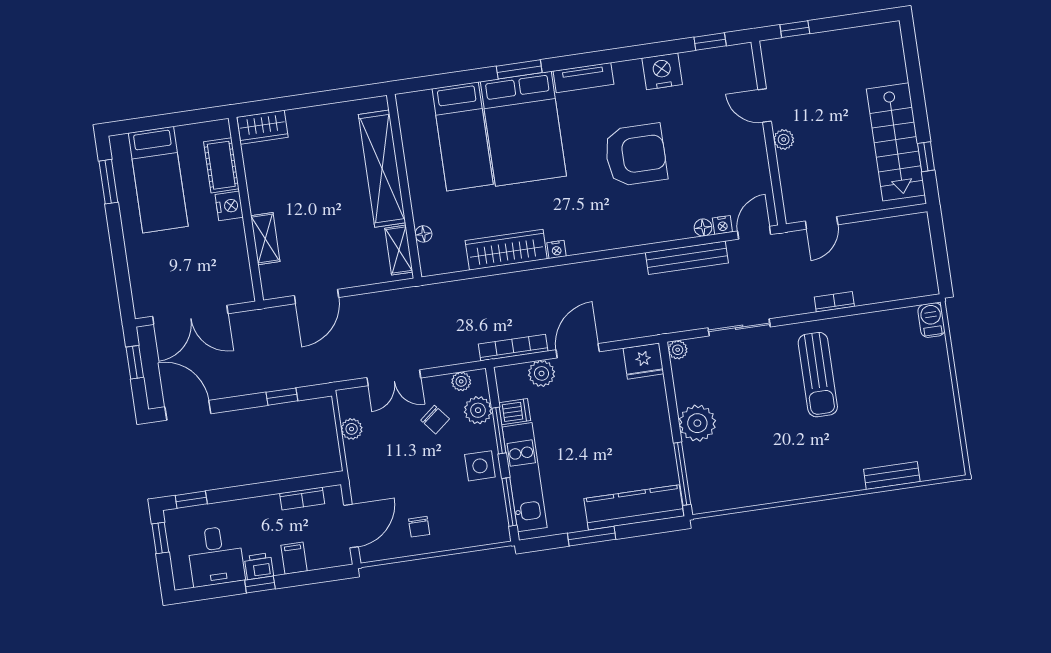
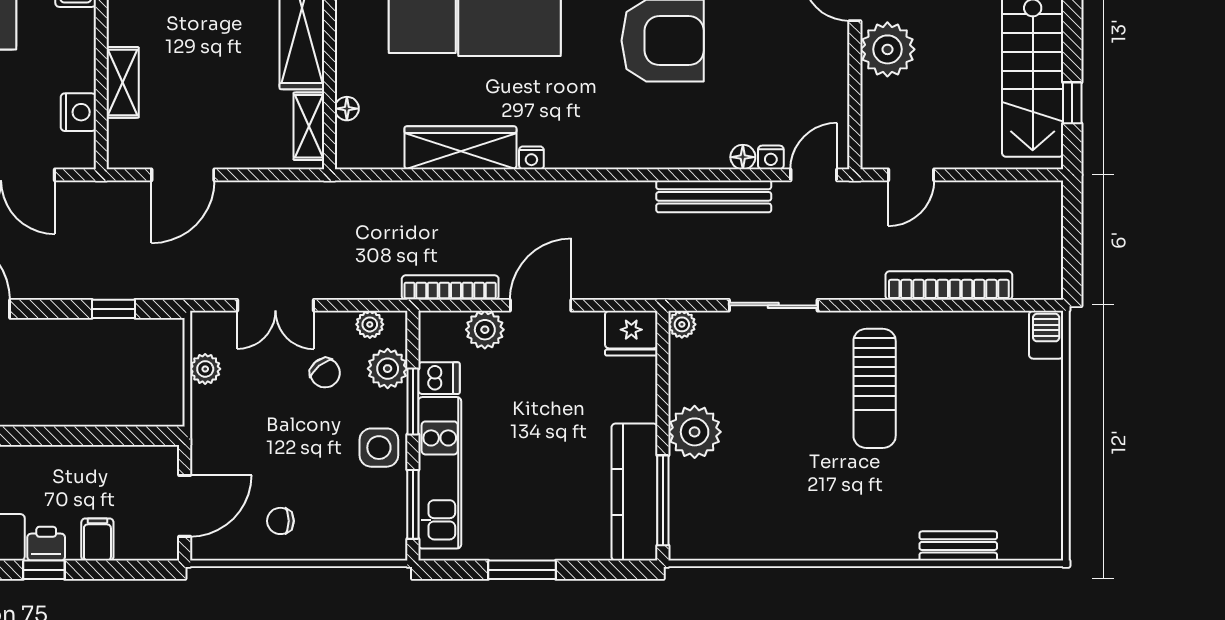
plant: (784, 140) -> (887, 49), width x1.87, depth x1.87
nightstand: (229, 206) -> (78, 112), moved
bookcase: (834, 302) -> (949, 285), width x2.31, depth x1.31
bookcase: (302, 499) -> (121, 457), removed
kitchen counter: (634, 507) -> (635, 492), moved, turned -90
chair: (419, 527) -> (280, 521), turned 90

